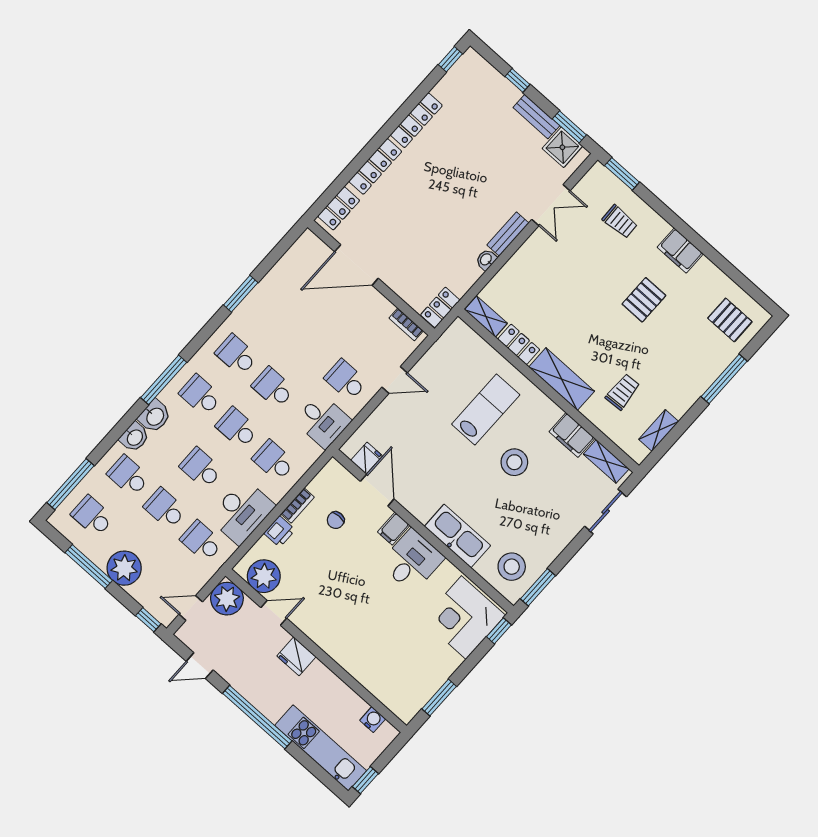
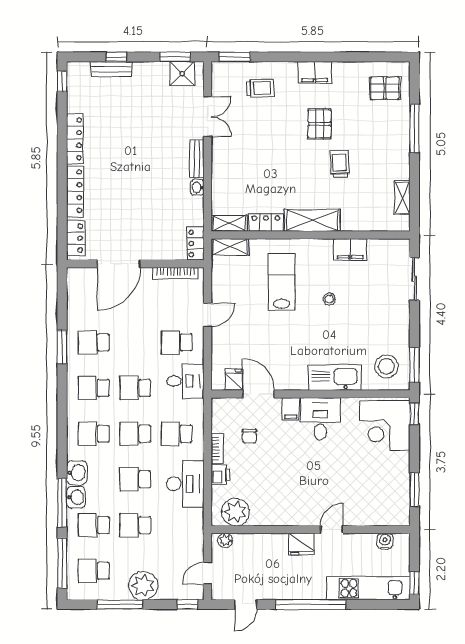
bench: (536, 117) -> (111, 69), moved
bookcase: (406, 324) -> (175, 273), width x1.56
window: (164, 380) -> (62, 503), moved
trolley: (623, 392) -> (340, 164), moved
shelving: (606, 461) -> (230, 247), moved
stool: (514, 462) -> (329, 299), width x0.53, depth x0.53
school desk: (201, 541) -> (94, 342), moved
plant: (227, 599) -> (225, 540), width x0.53, depth x0.53
door: (274, 613) -> (332, 529), moved

